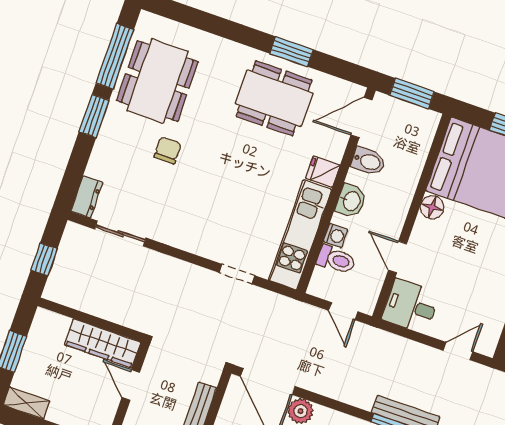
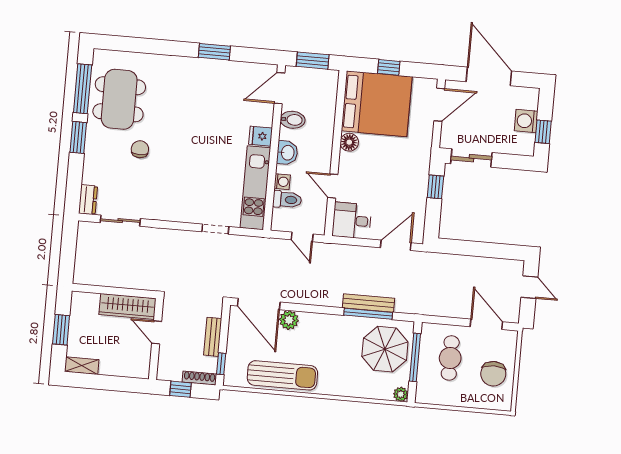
dining table: (274, 98) -> (210, 90), removed
window: (44, 259) -> (68, 255), removed
door: (458, 351) -> (396, 245), width x1.37

